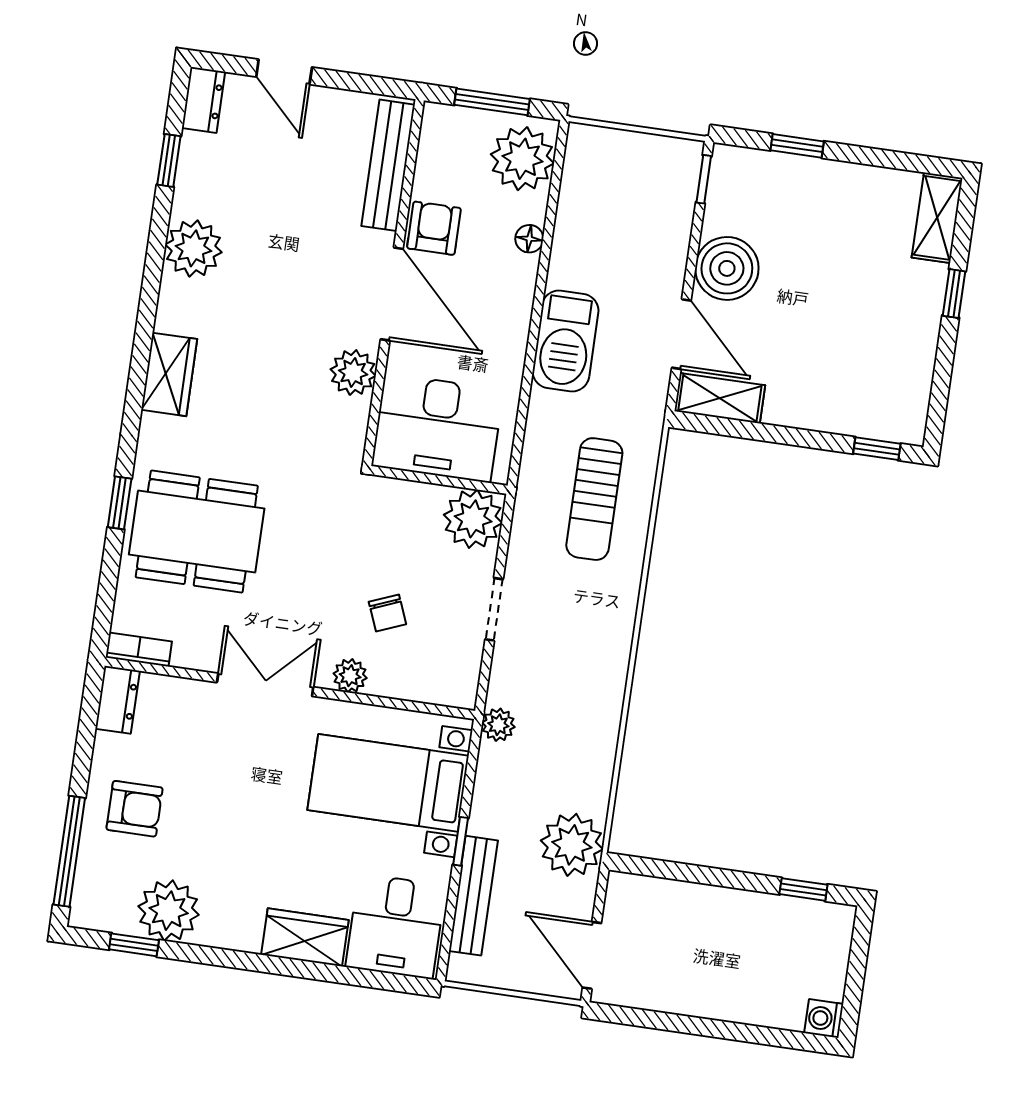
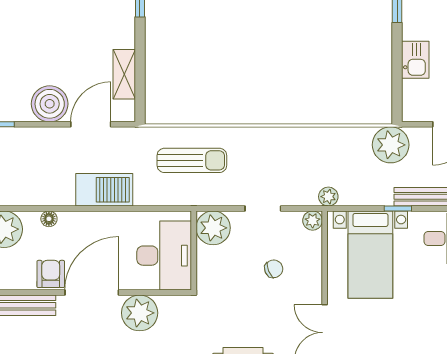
armchair: (434, 228) -> (51, 274), turned 90
plant: (353, 373) -> (140, 313), width x1.36, depth x1.36
shelving: (720, 398) -> (124, 74), moved
plant: (350, 676) -> (313, 221), moved
kitchen sink: (712, 908) -> (415, 60), added

